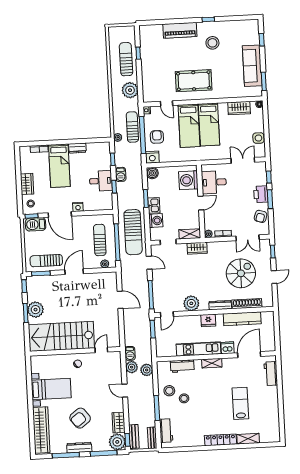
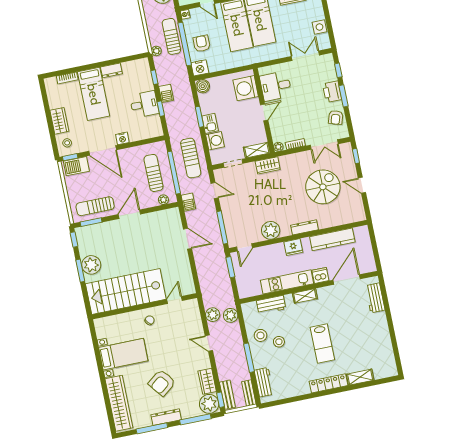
sun lounger: (133, 232) -> (191, 158), width x0.73, depth x0.75
door: (274, 277) -> (362, 185), swing flipped
shoe rack: (247, 304) -> (335, 221), removed
barbecue: (130, 353) -> (188, 202), moved
lab bench: (240, 403) -> (322, 343), moved, turned 180

